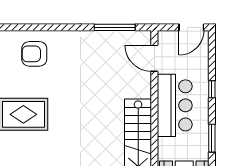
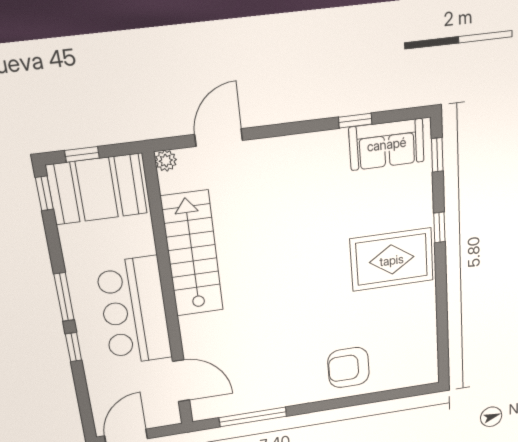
armchair: (34, 54) -> (348, 368), moved, turned 180
window: (212, 138) -> (64, 297), moved

